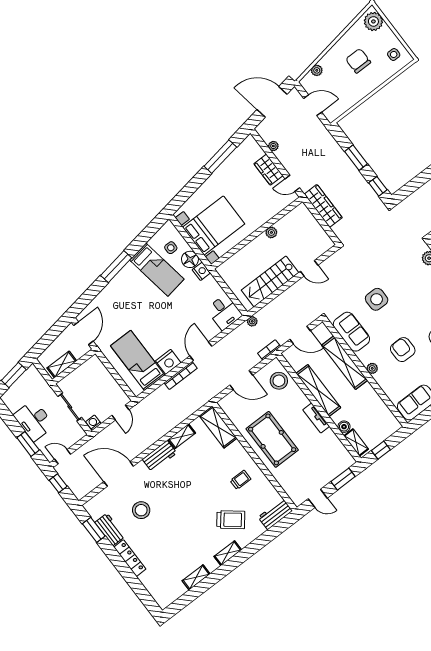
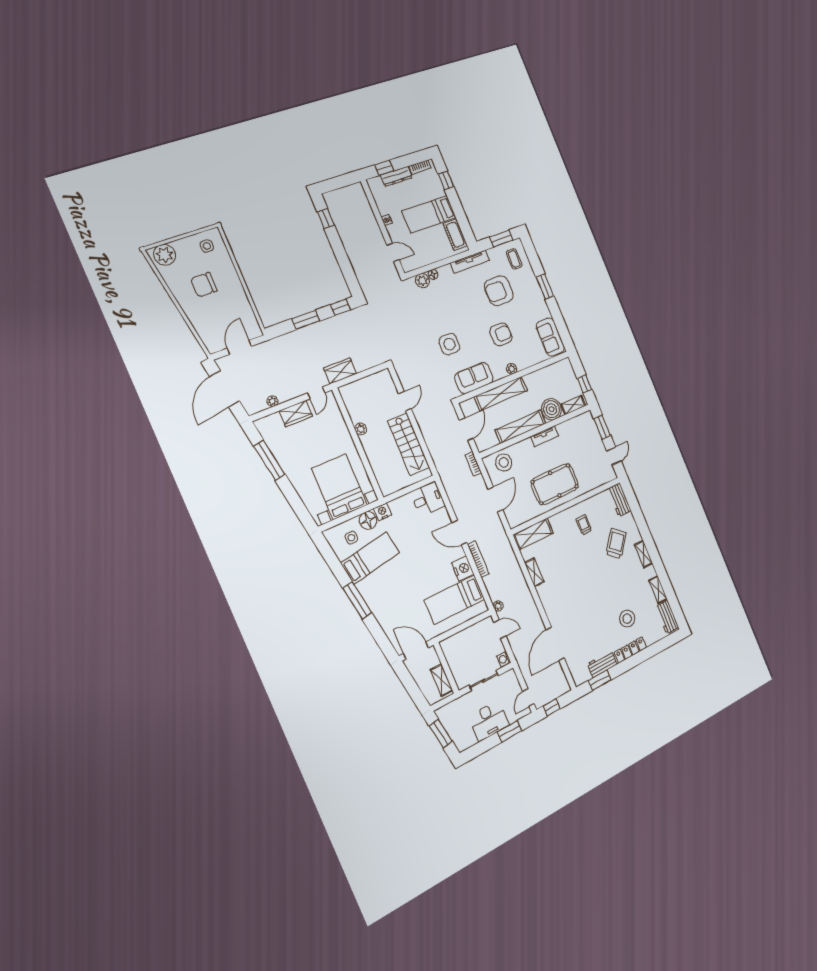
plant: (317, 70) -> (203, 331), removed
wardrobe: (323, 206) -> (340, 371), width x0.67
plant: (252, 321) -> (498, 606), moved
armchair: (403, 350) -> (501, 334), turned 180
boiler: (344, 427) -> (551, 409), width x1.86, depth x1.86
workbench: (160, 456) -> (667, 617), moved, turned 180
stool: (141, 510) -> (627, 619), moved

